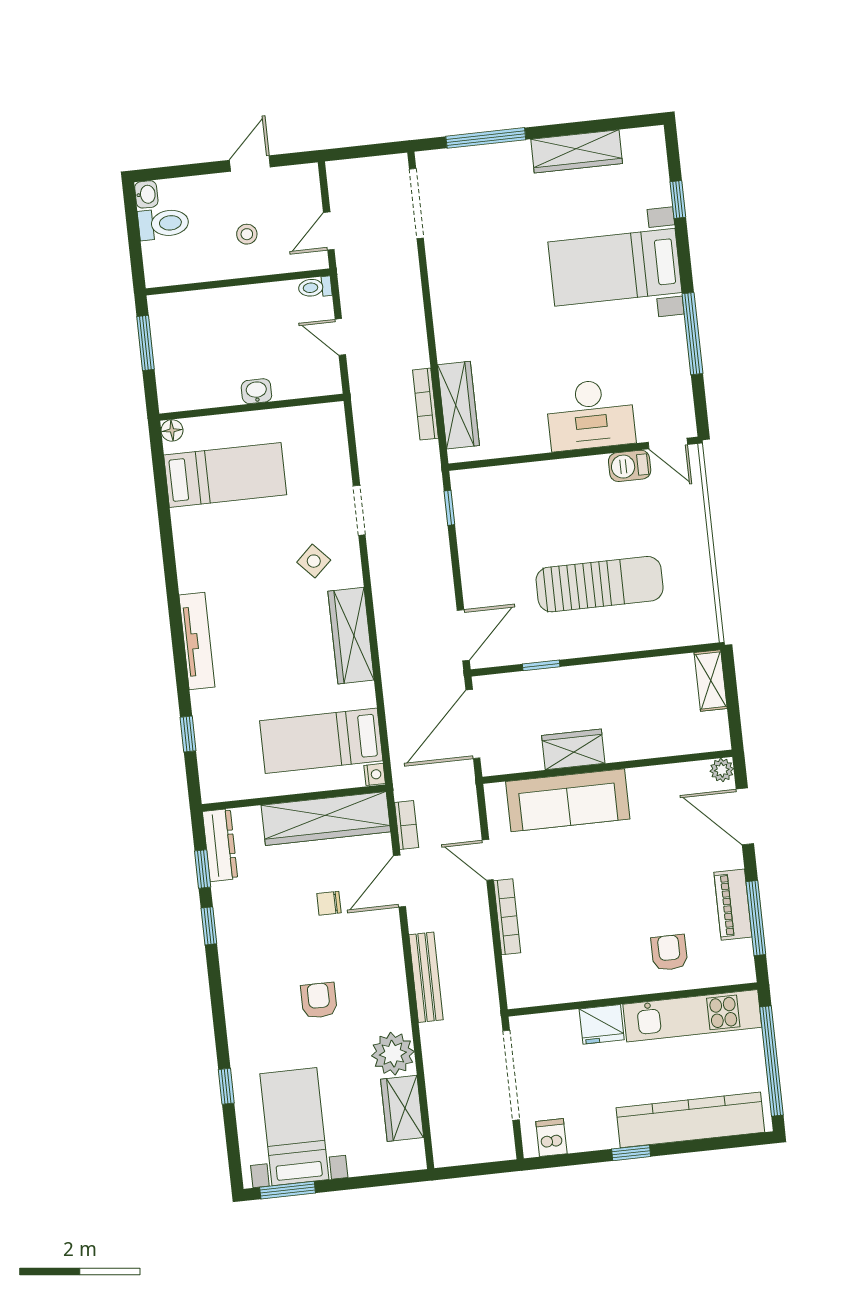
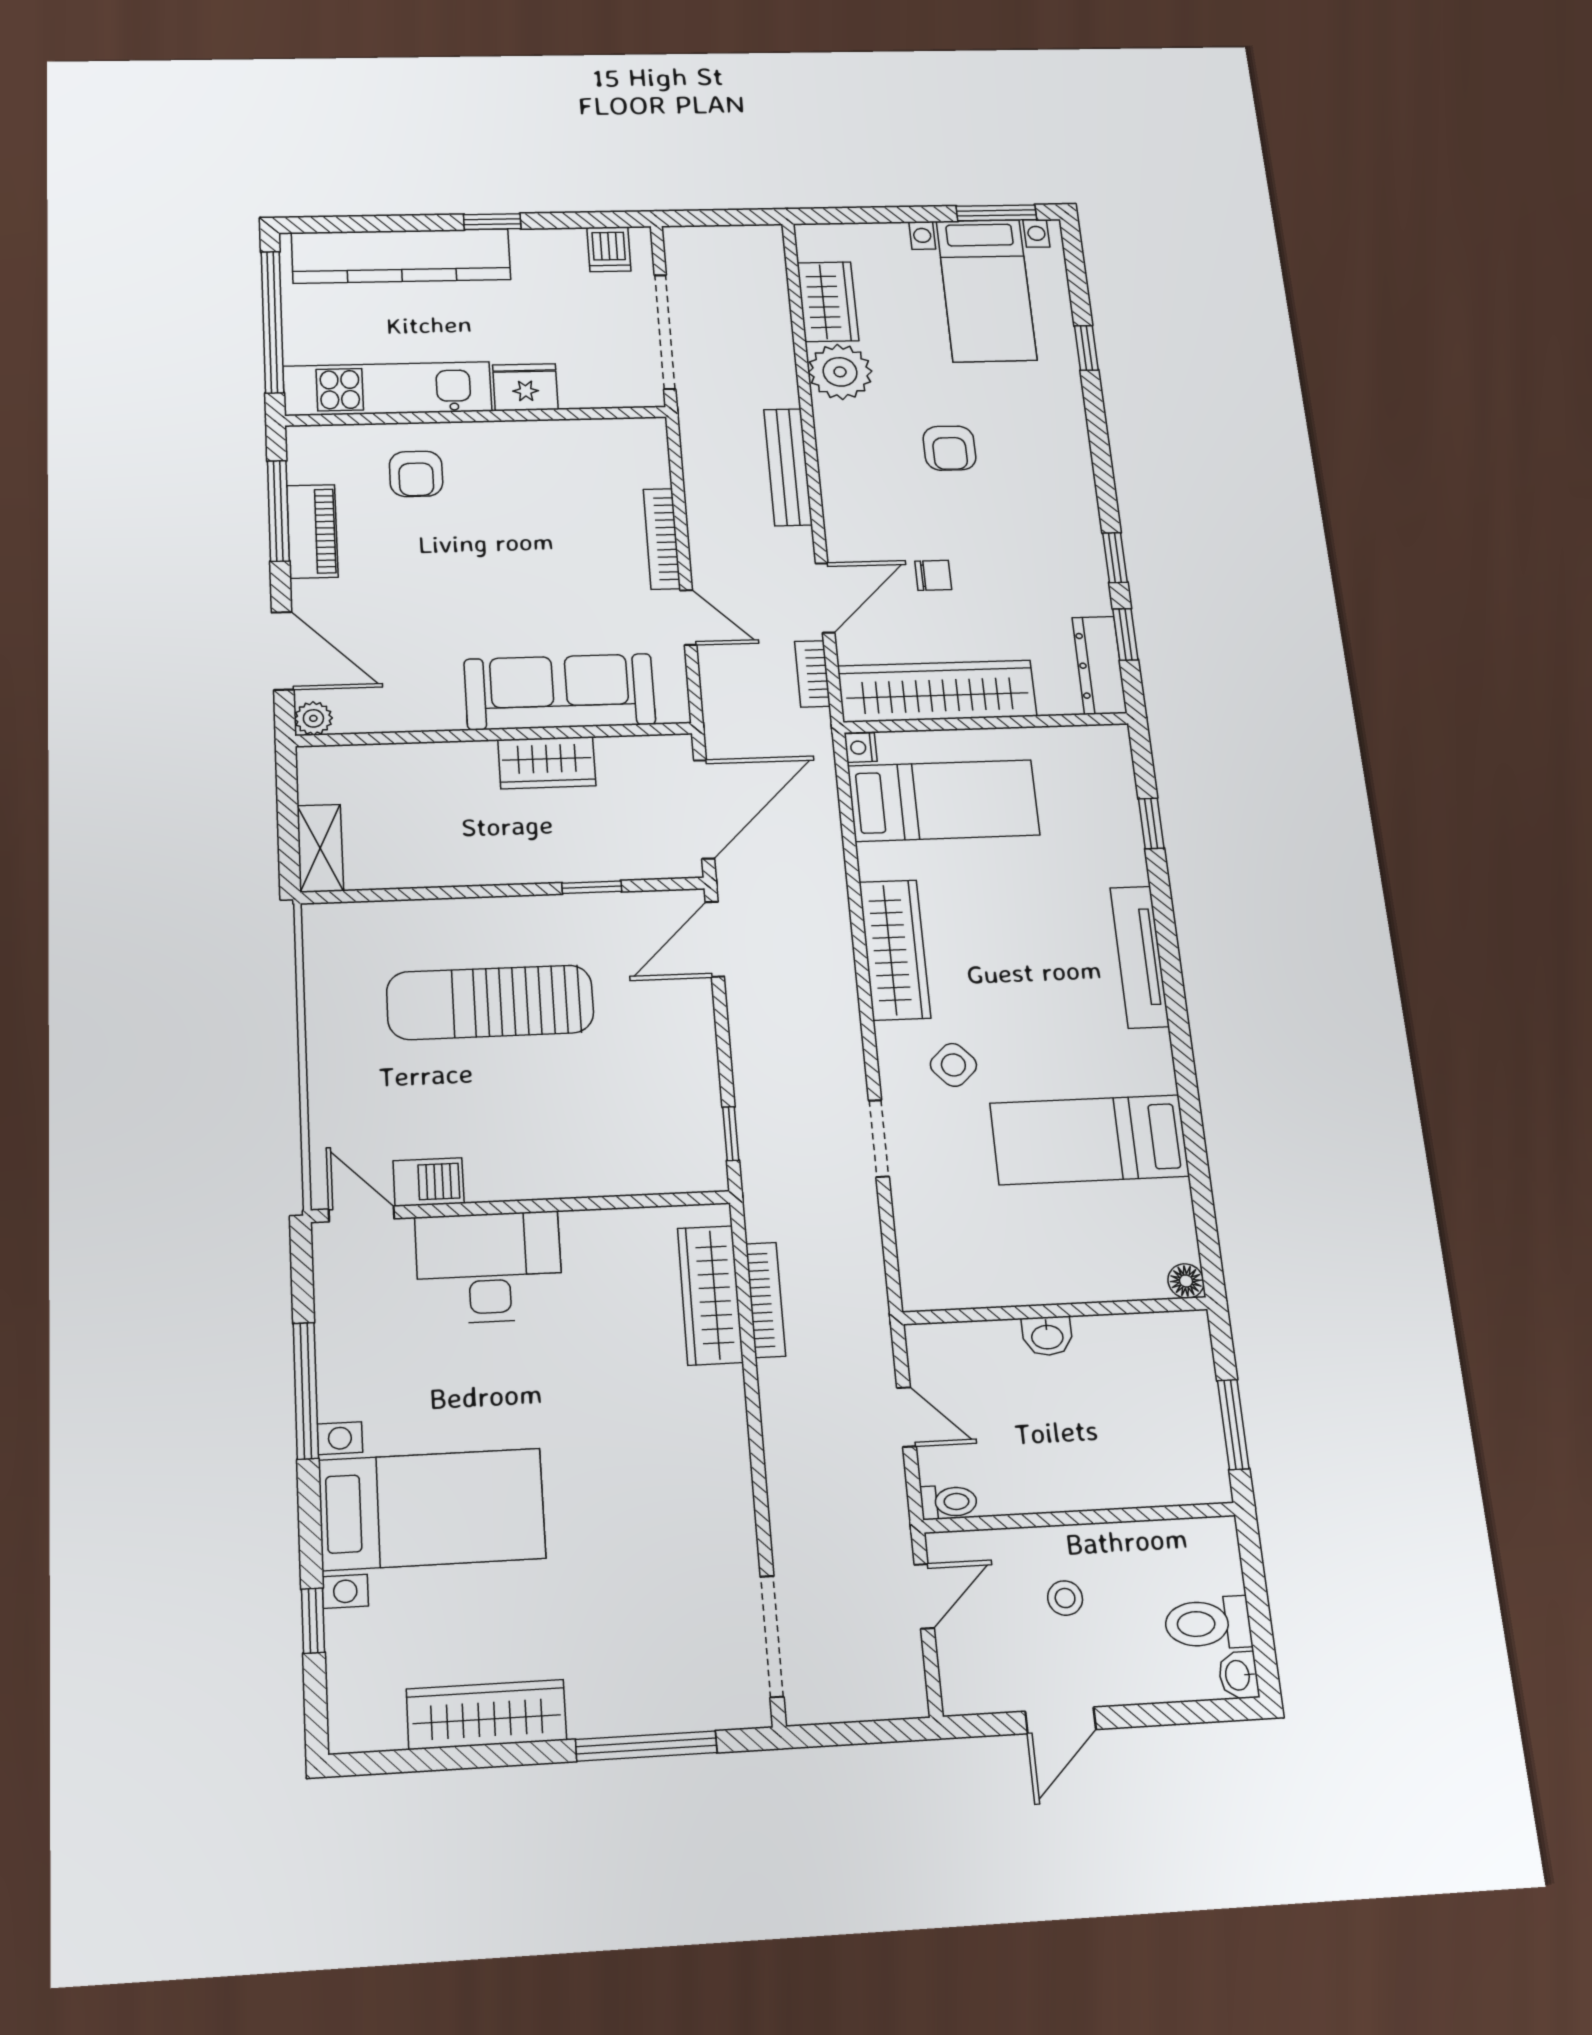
bed: (225, 475) -> (1090, 1140), moved

